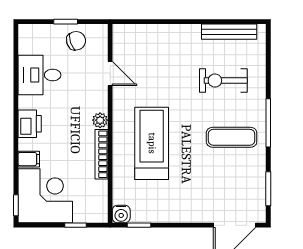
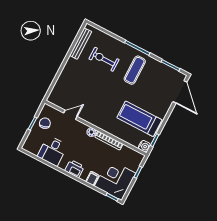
exercise bike: (223, 81) -> (104, 59), turned 90
treadmill: (152, 143) -> (139, 119), moved

